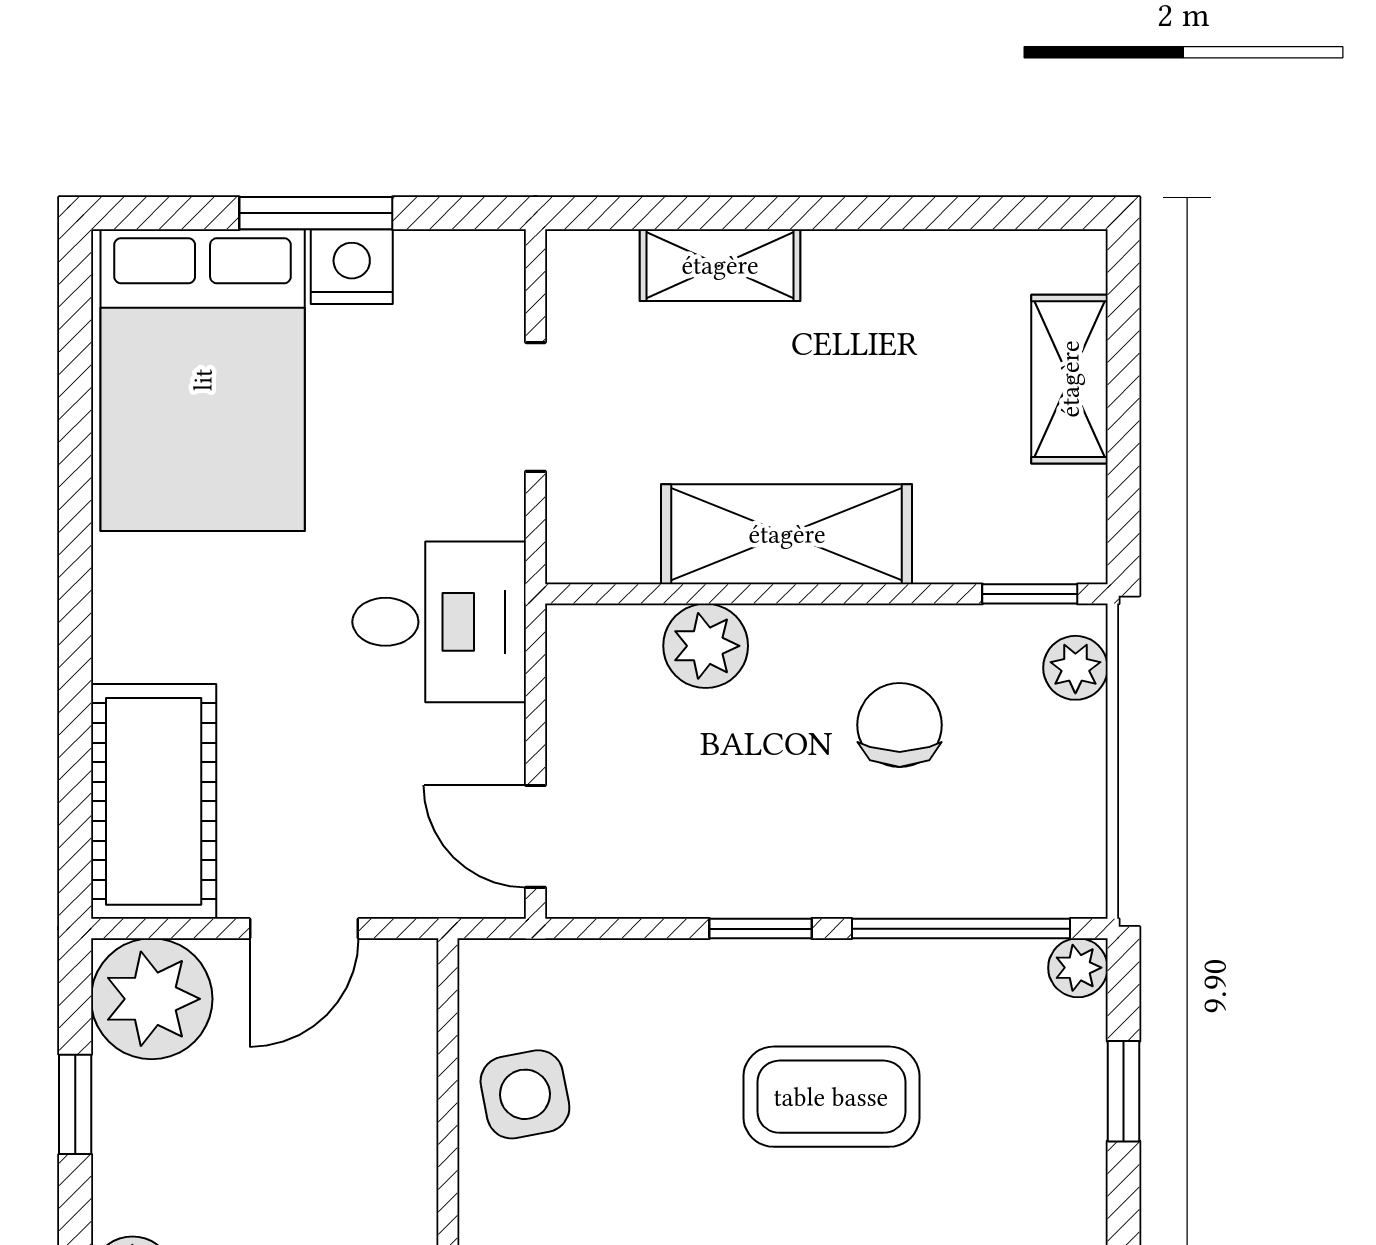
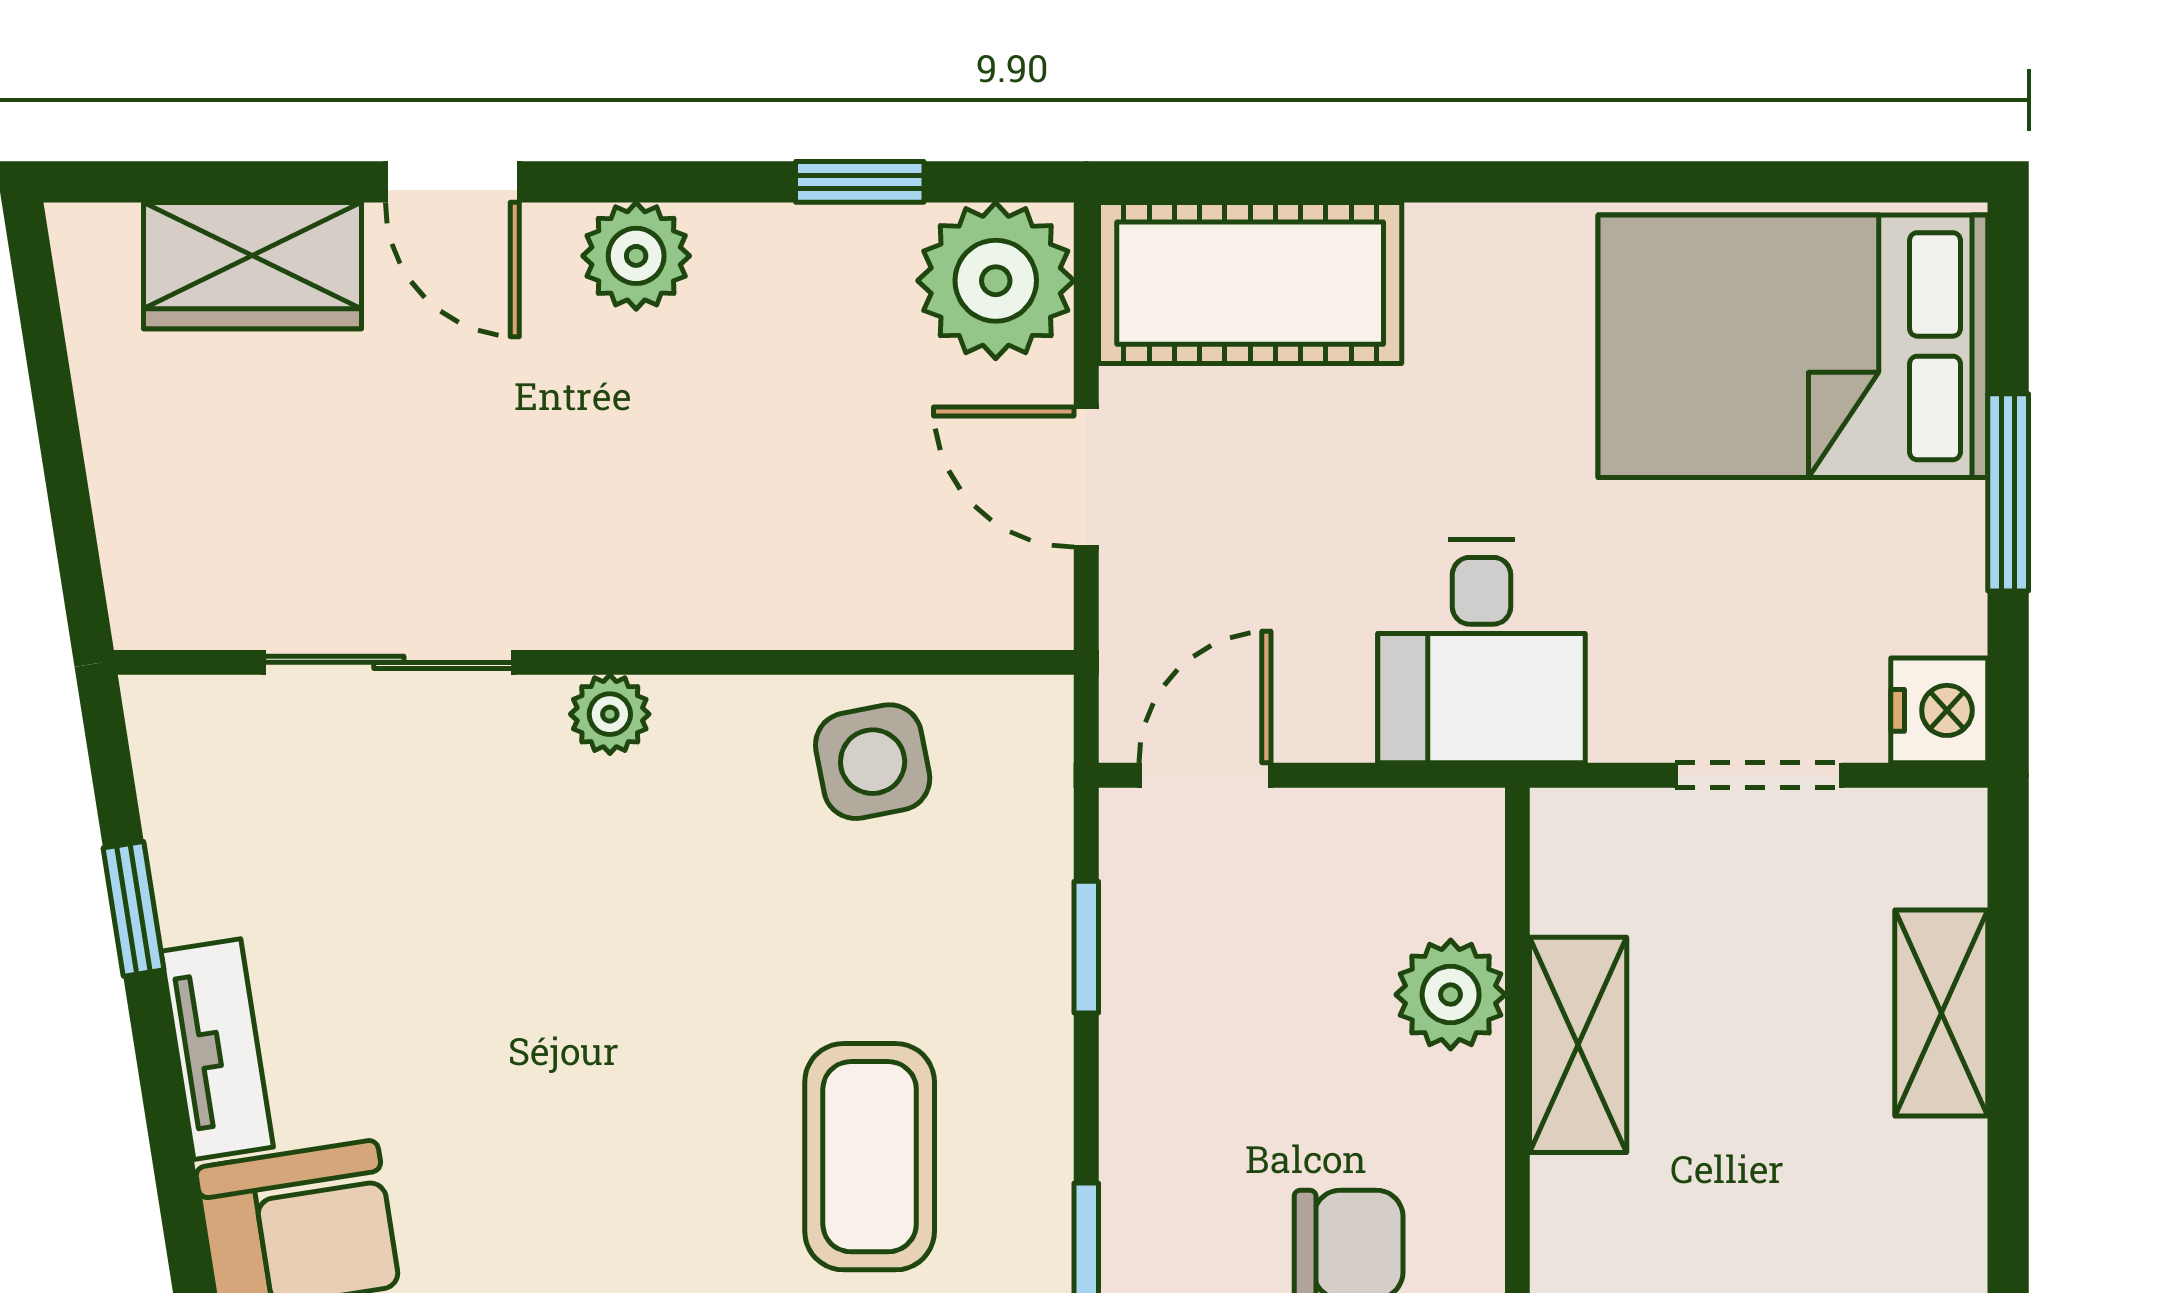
nightstand: (352, 267) -> (1939, 710), moved
shelving: (787, 534) -> (1578, 1045), width x0.67, depth x0.75
window: (761, 929) -> (1086, 947), moved

